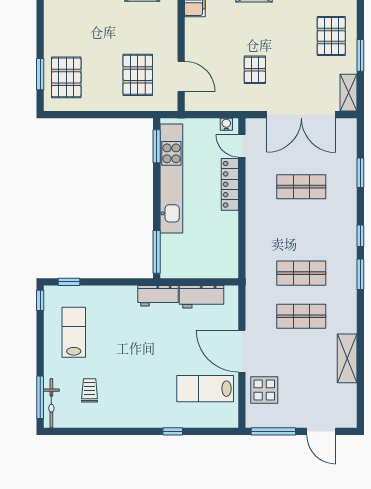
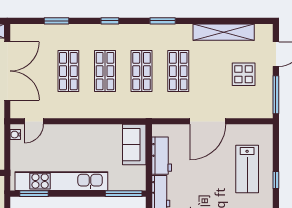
locker: (230, 184) -> (66, 132), removed
shop shelf: (301, 230) -> (105, 71), added
sofa: (215, 264) -> (134, 145), added
window: (360, 274) -> (163, 21), moved
shelving: (347, 358) -> (224, 32), width x1.47
lab bench: (205, 389) -> (247, 169), moved
display table: (264, 390) -> (244, 74), moved

